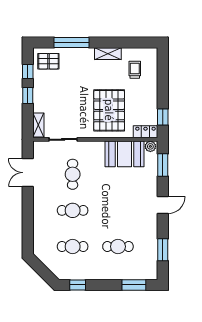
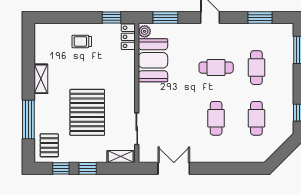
trolley: (135, 70) -> (82, 41), moved
pallet: (109, 110) -> (87, 112), moved, turned 90
double door: (28, 173) -> (174, 168), swing flipped
cafe table: (73, 174) -> (216, 68), moved

